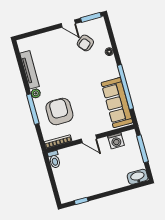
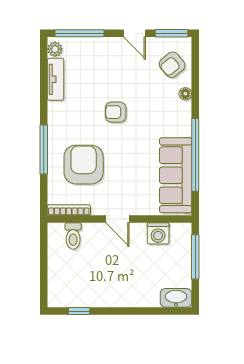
window: (35, 33) -> (79, 33), added
armchair: (85, 43) -> (172, 65), moved
tv unit: (30, 70) -> (55, 79), width x0.71
armchair: (70, 74) -> (116, 112), added
plant: (36, 93) -> (55, 49), moved
toilet: (54, 159) -> (73, 236), moved

